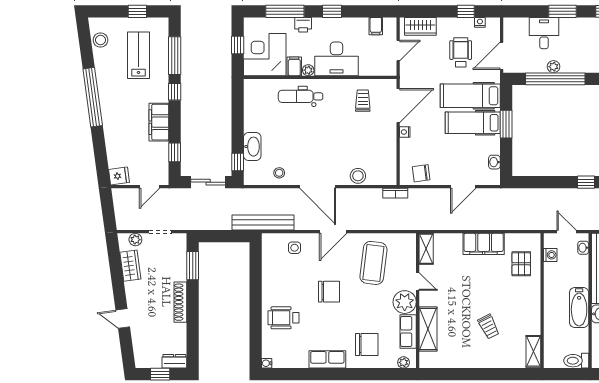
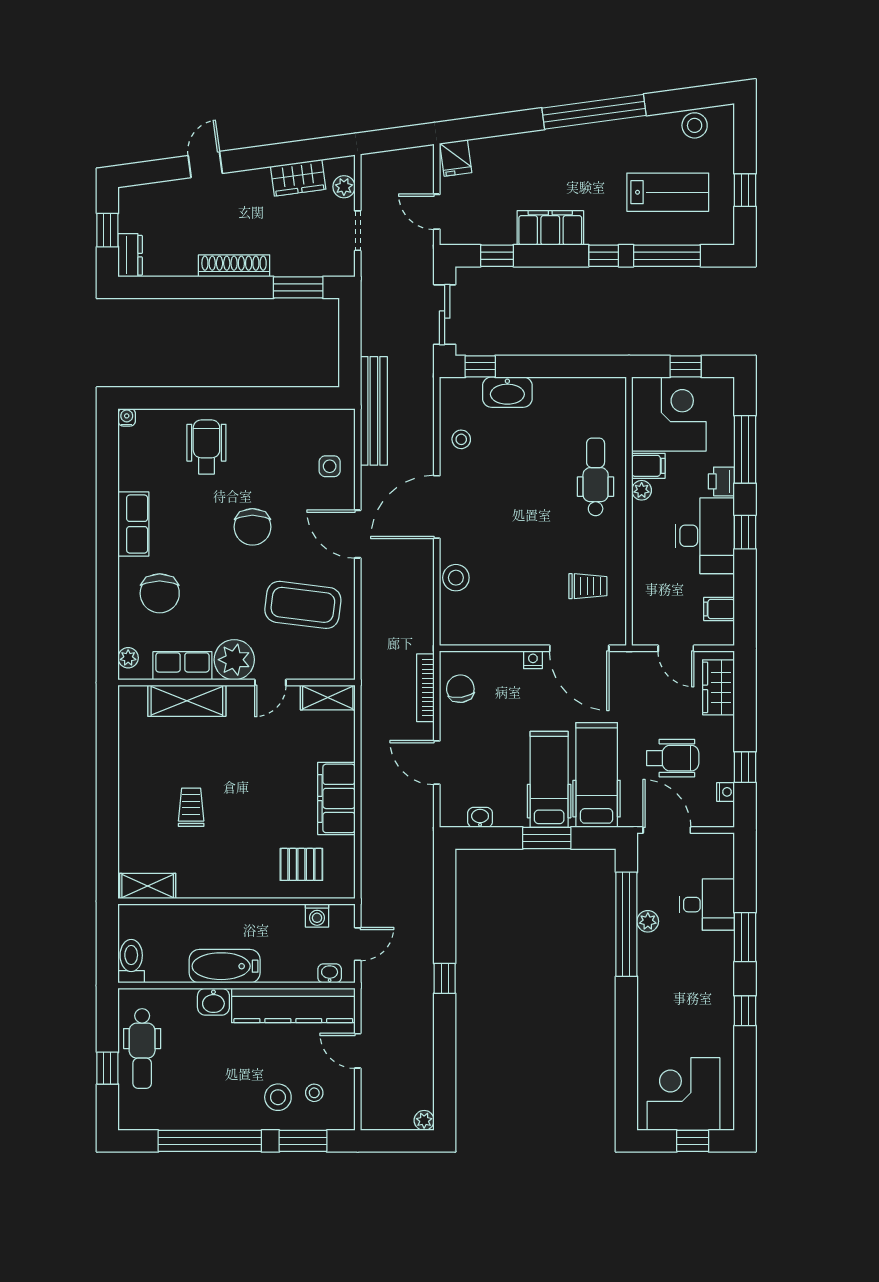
desk: (337, 59) -> (705, 536), moved, turned 180
bookcase: (395, 193) -> (425, 688), moved, width x1.56
trolley: (489, 327) -> (191, 807), turned 117

